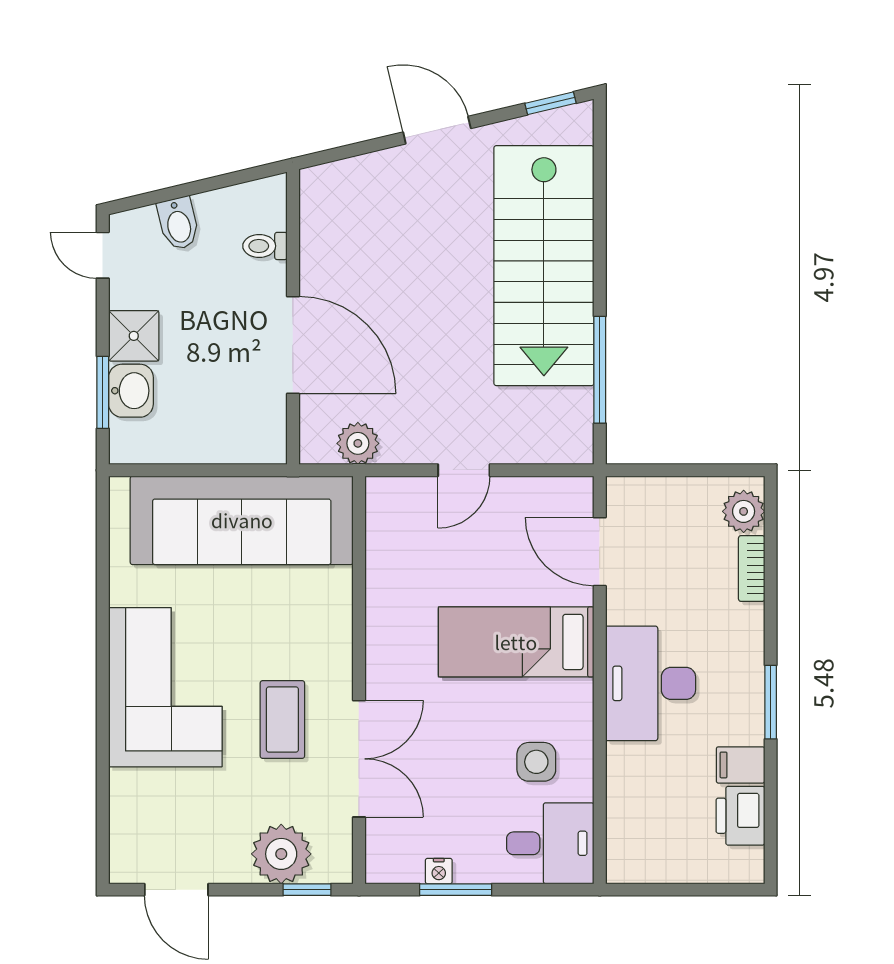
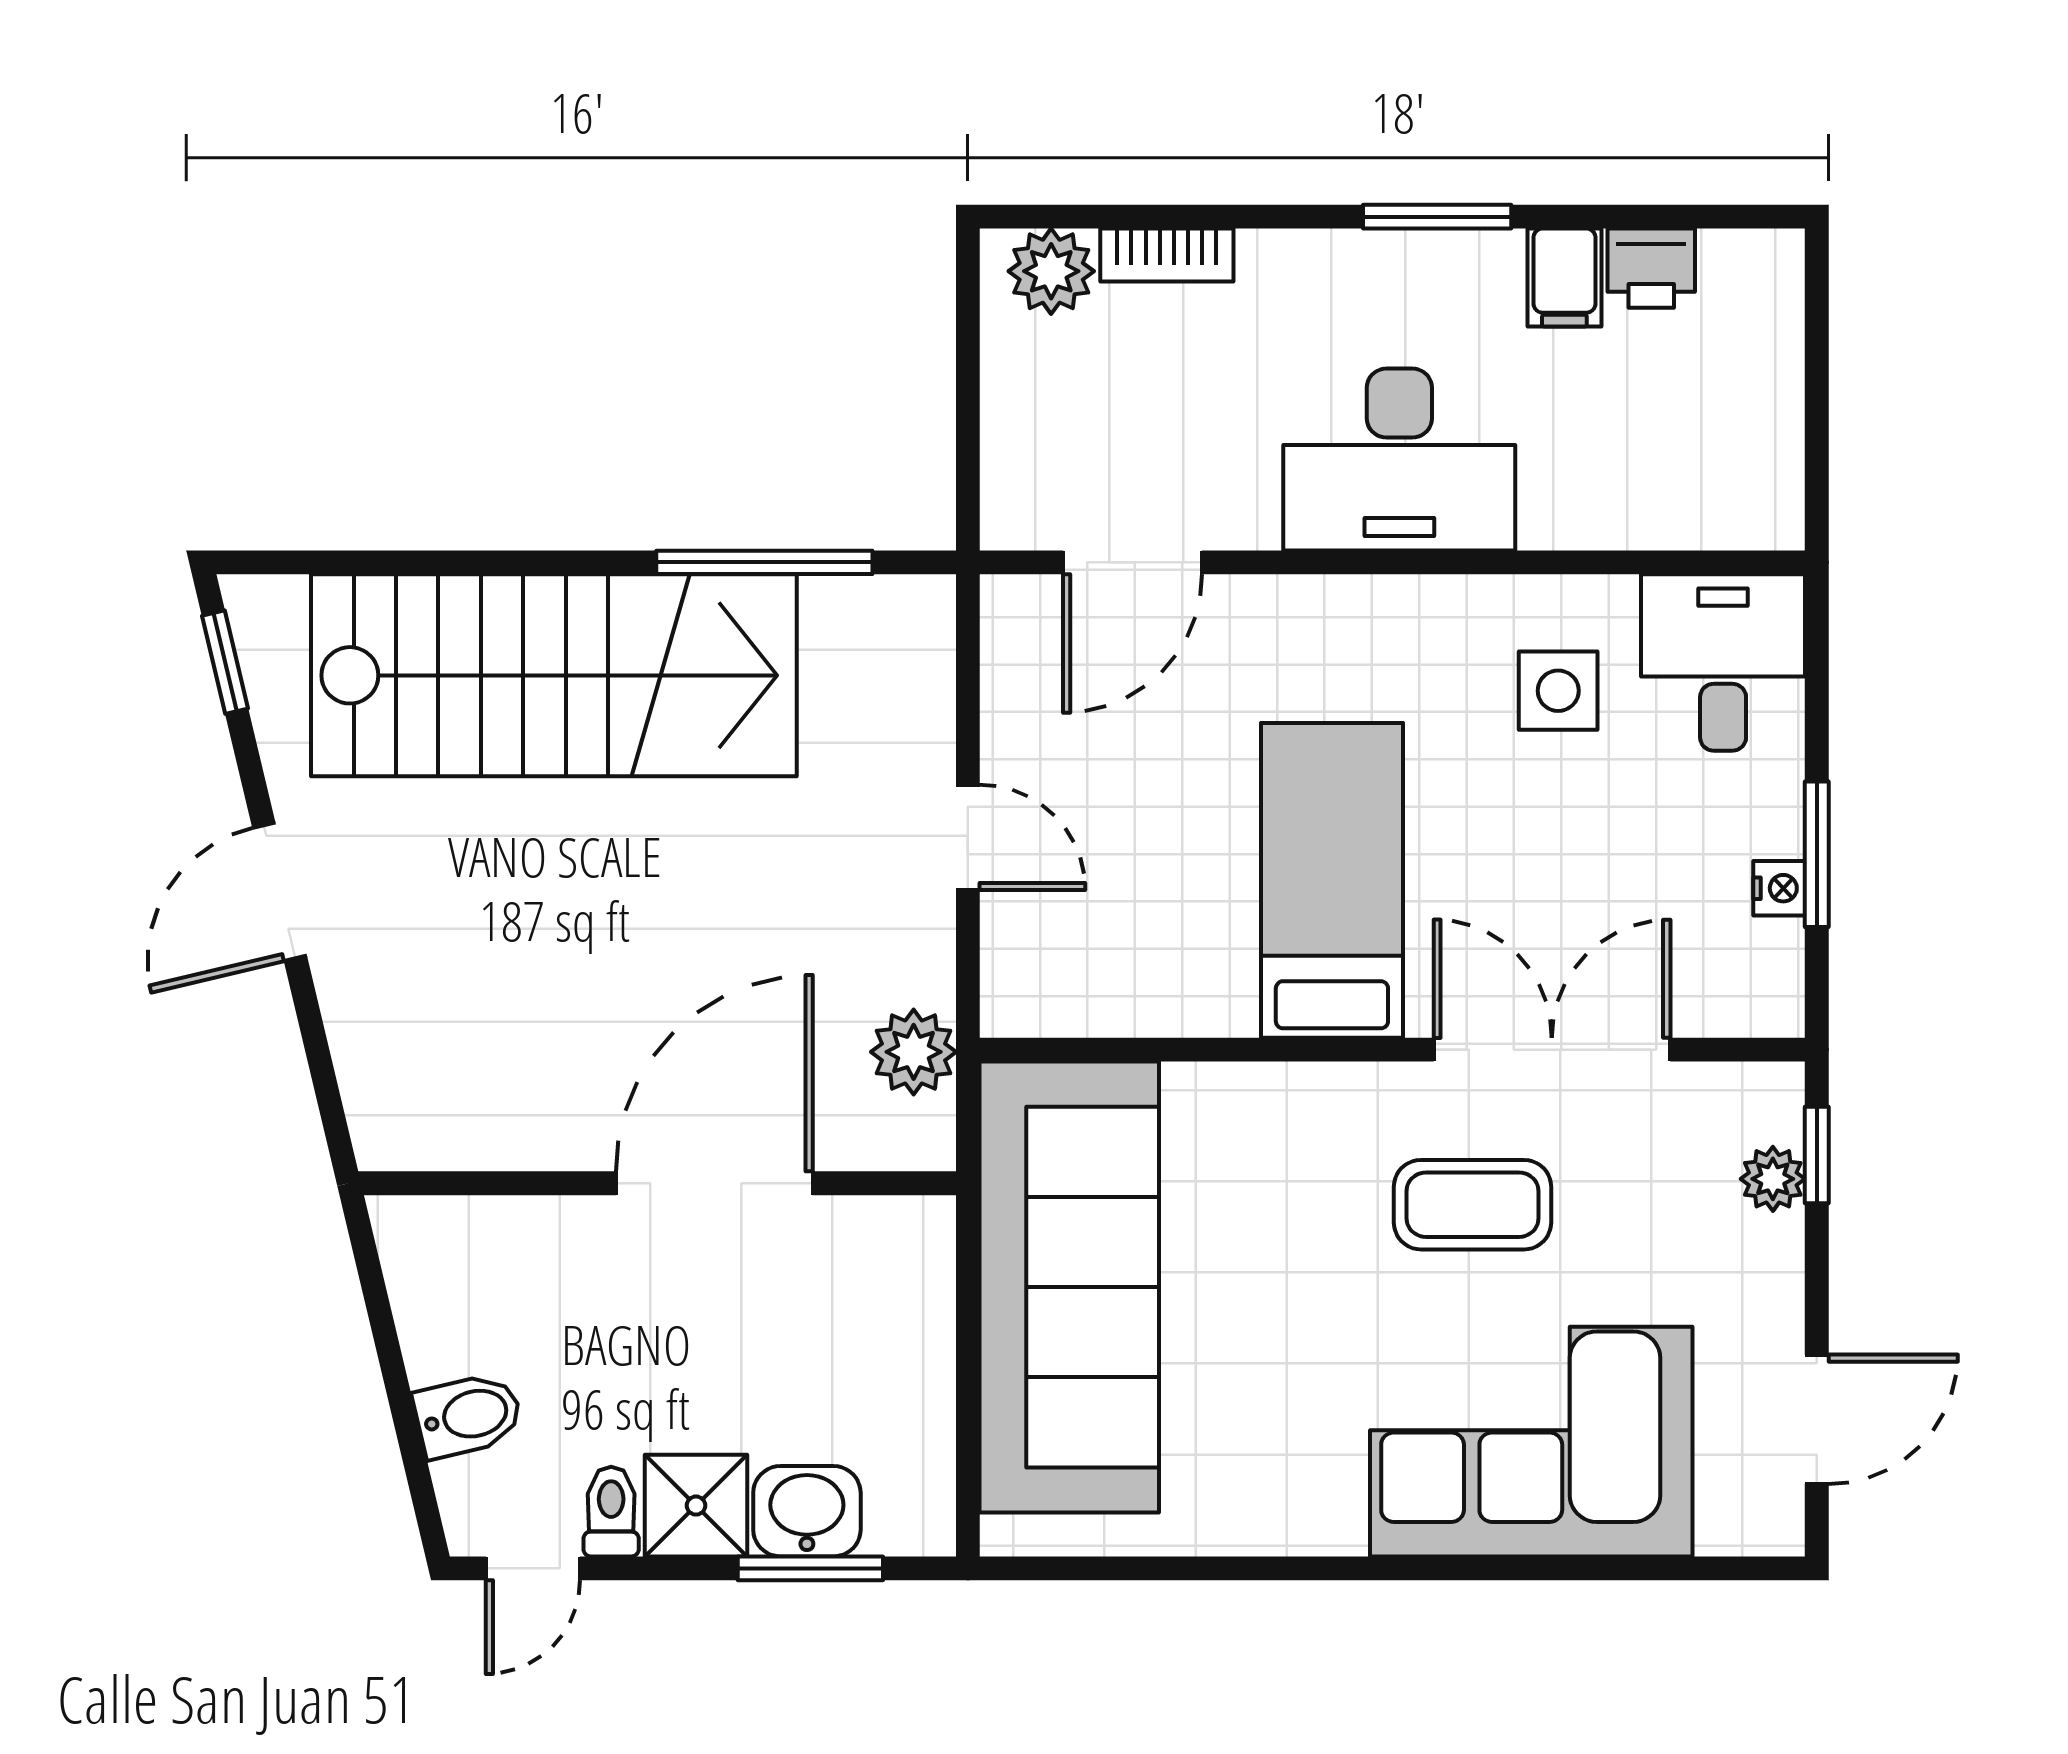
toilet: (265, 246) -> (611, 1512), moved, turned 180
bed: (516, 642) -> (1332, 880), moved, turned 180
corner sofa: (165, 687) -> (1531, 1442), moved
printer: (740, 816) -> (1651, 268), width x0.73, depth x0.81
plant: (281, 854) -> (1773, 1179), width x0.53, depth x0.53

